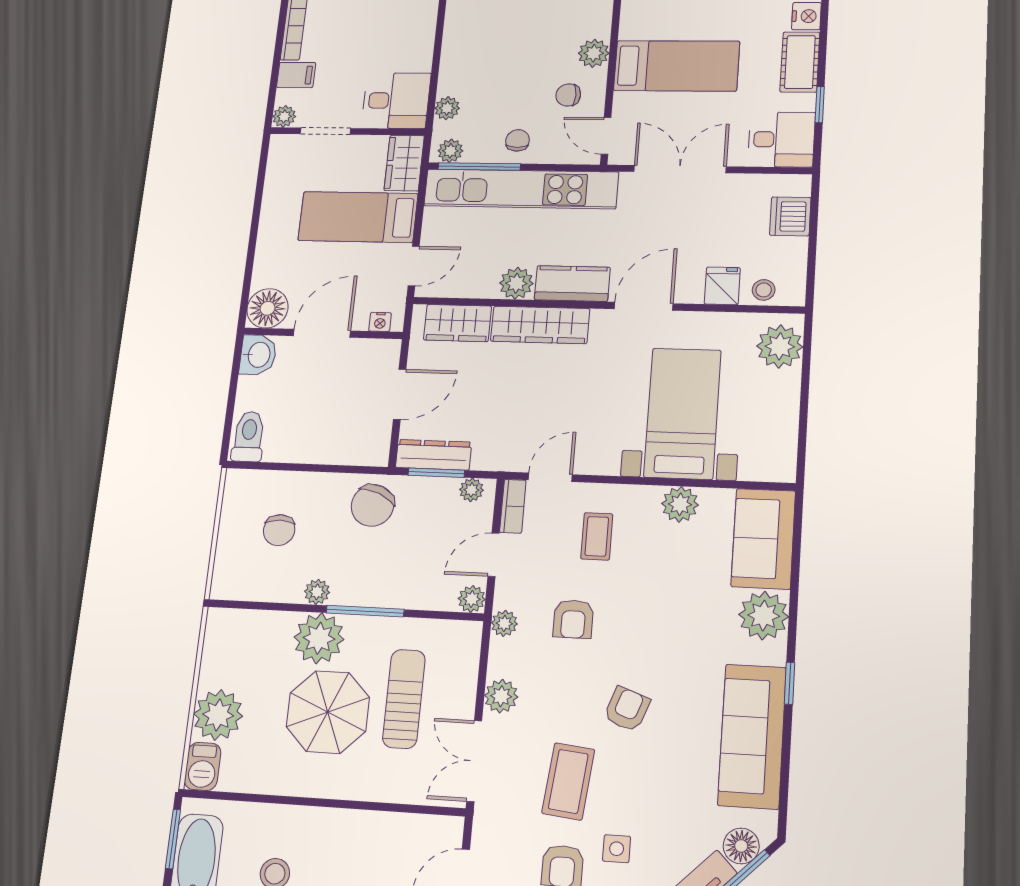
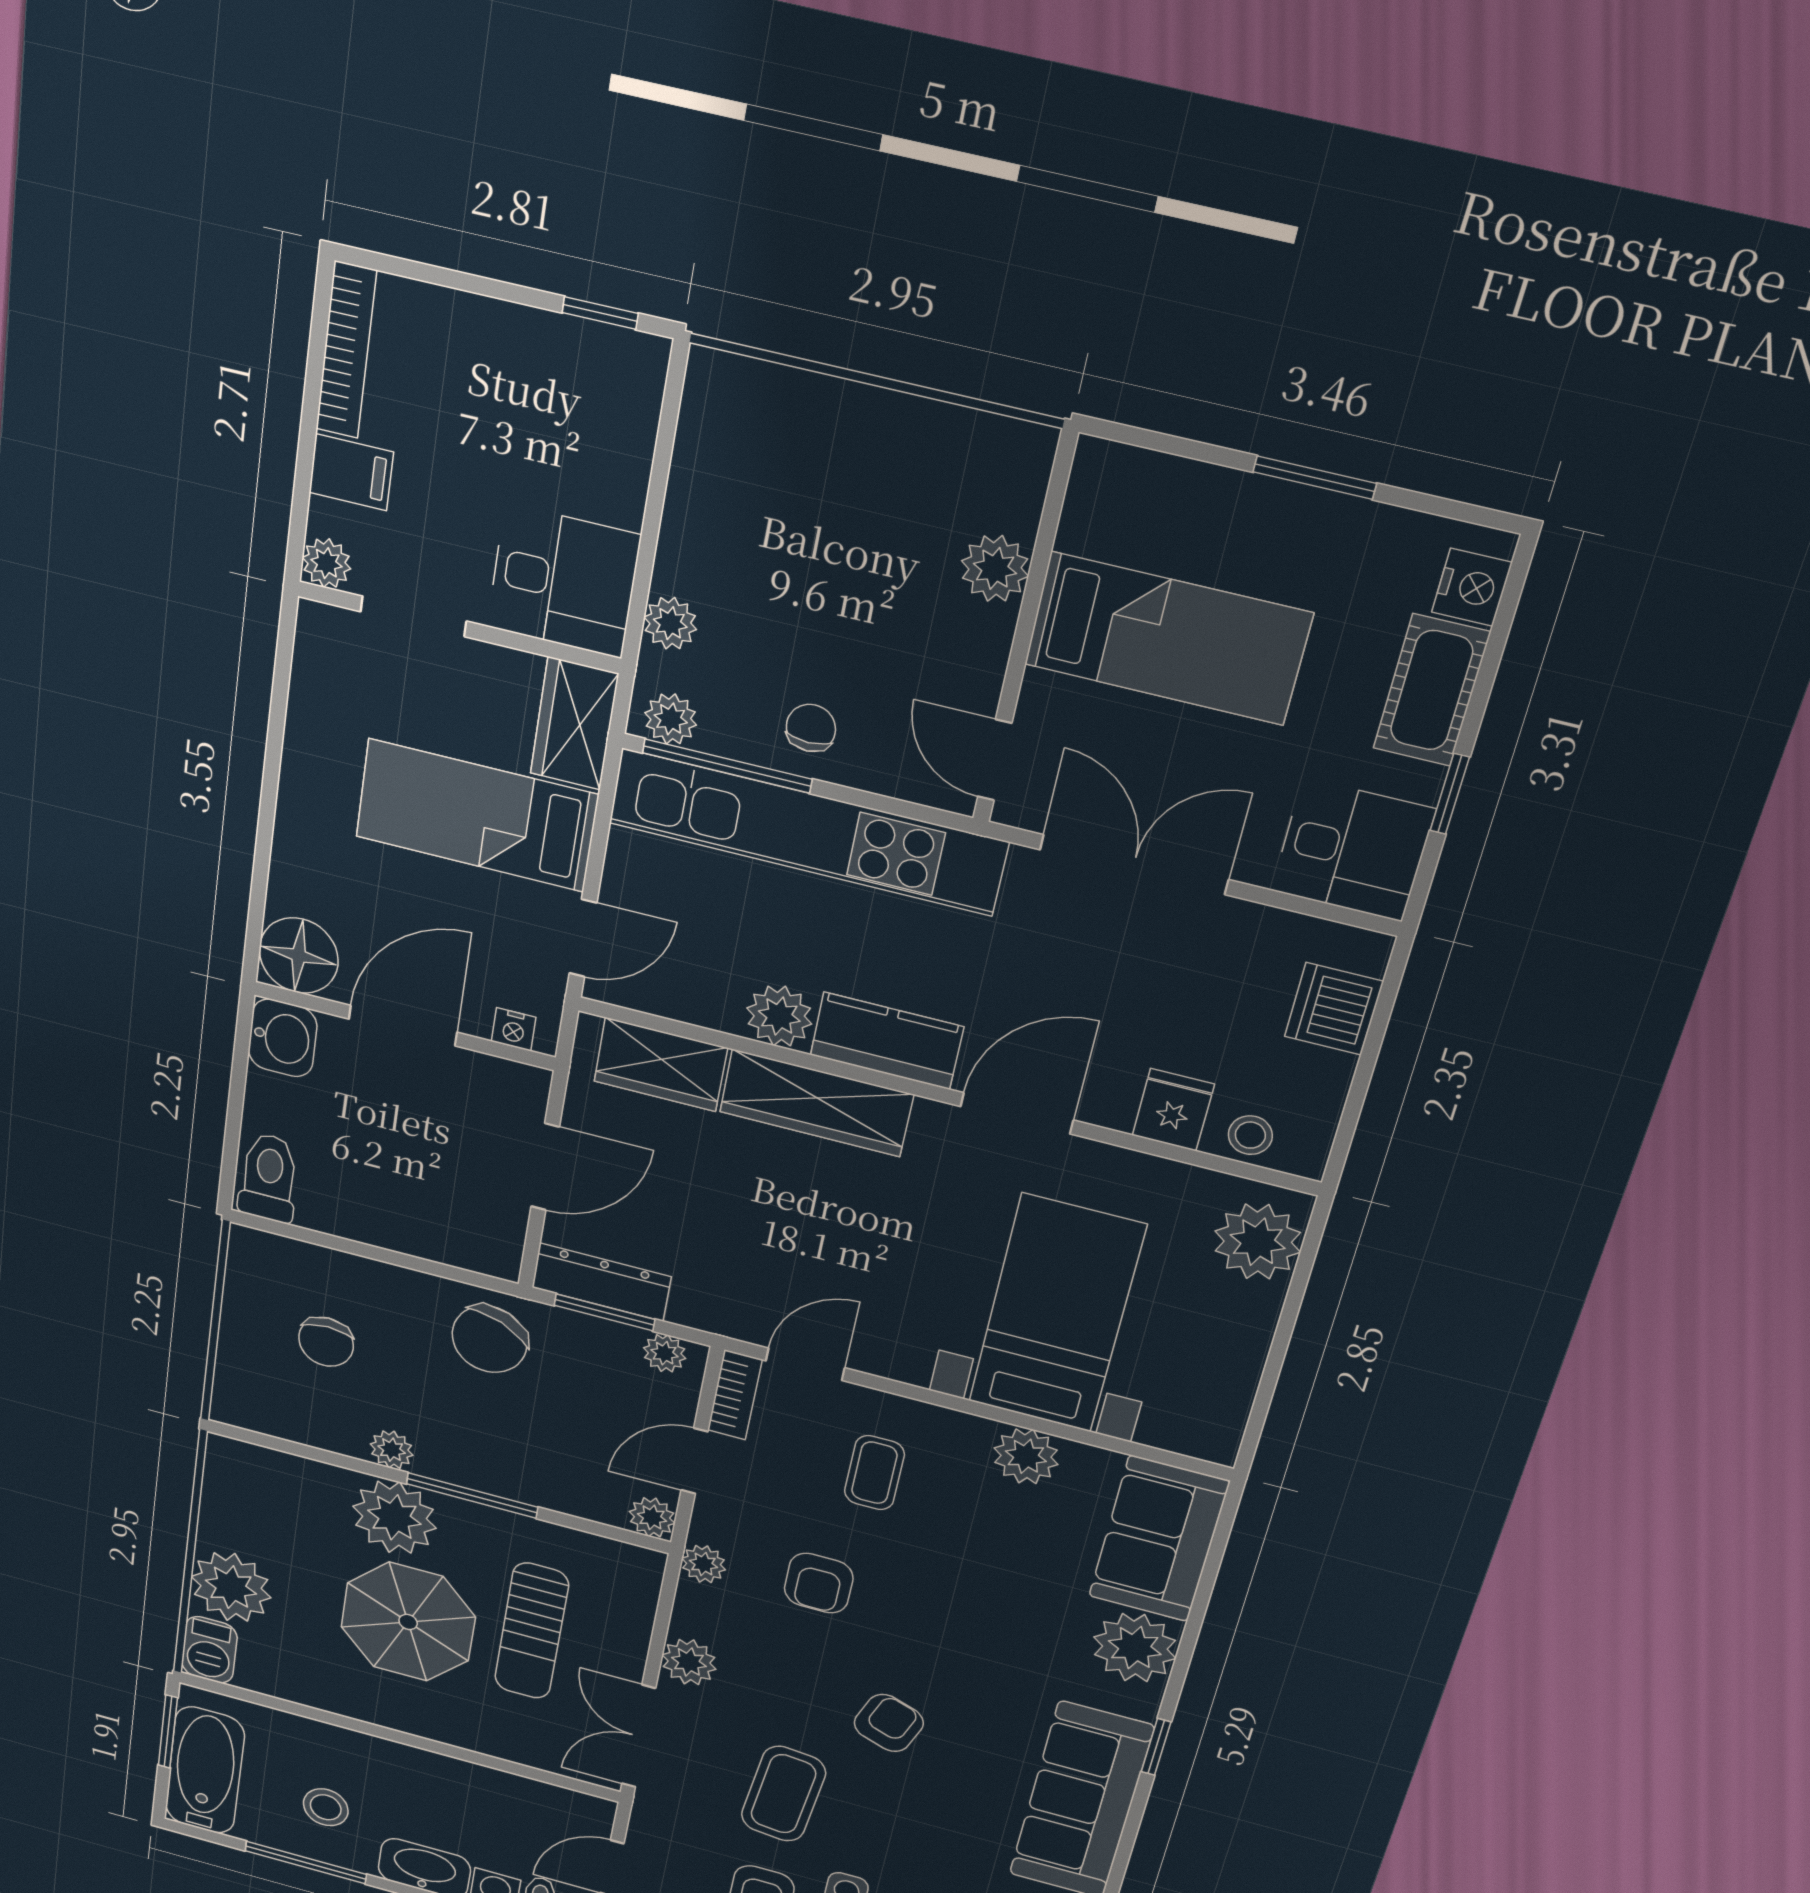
chair: (568, 95) -> (928, 652), removed
sun lounger: (404, 699) -> (532, 1631), turned 180

